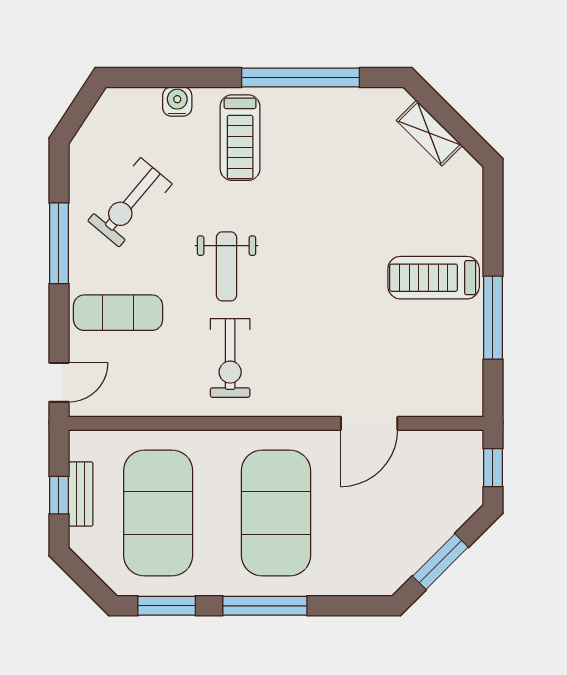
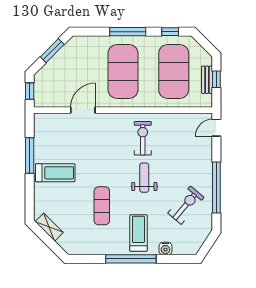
window: (300, 77) -> (131, 259), moved
shelving: (429, 133) -> (49, 227), moved
window: (59, 243) -> (216, 188), width x1.46
exercise mat: (118, 313) -> (102, 206), moved, turned 90
window: (167, 606) -> (170, 32), width x0.67

